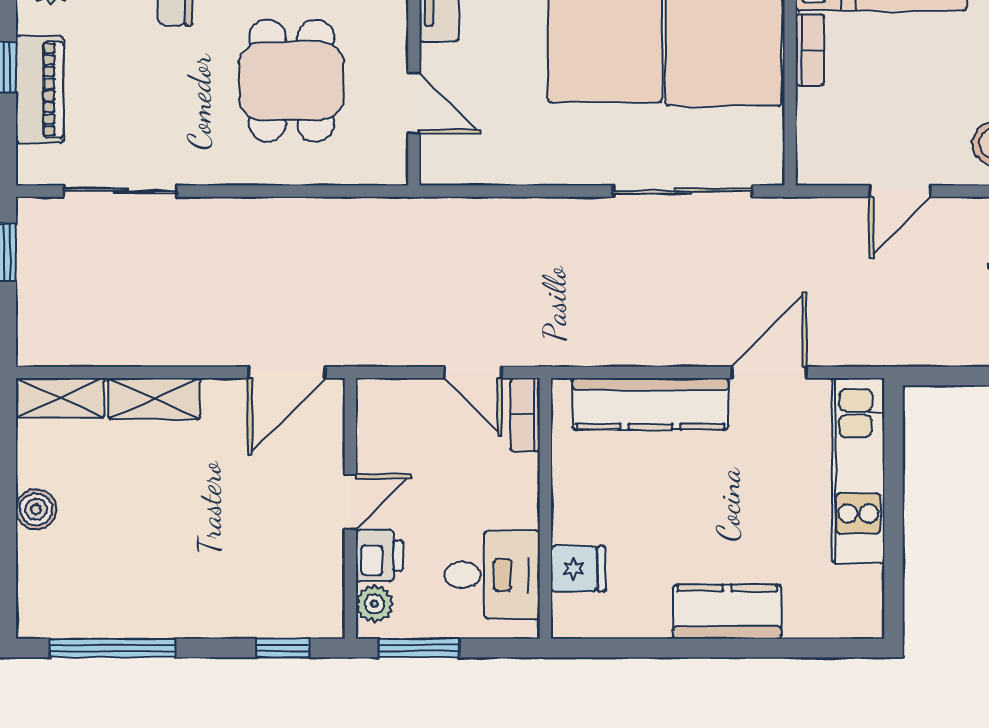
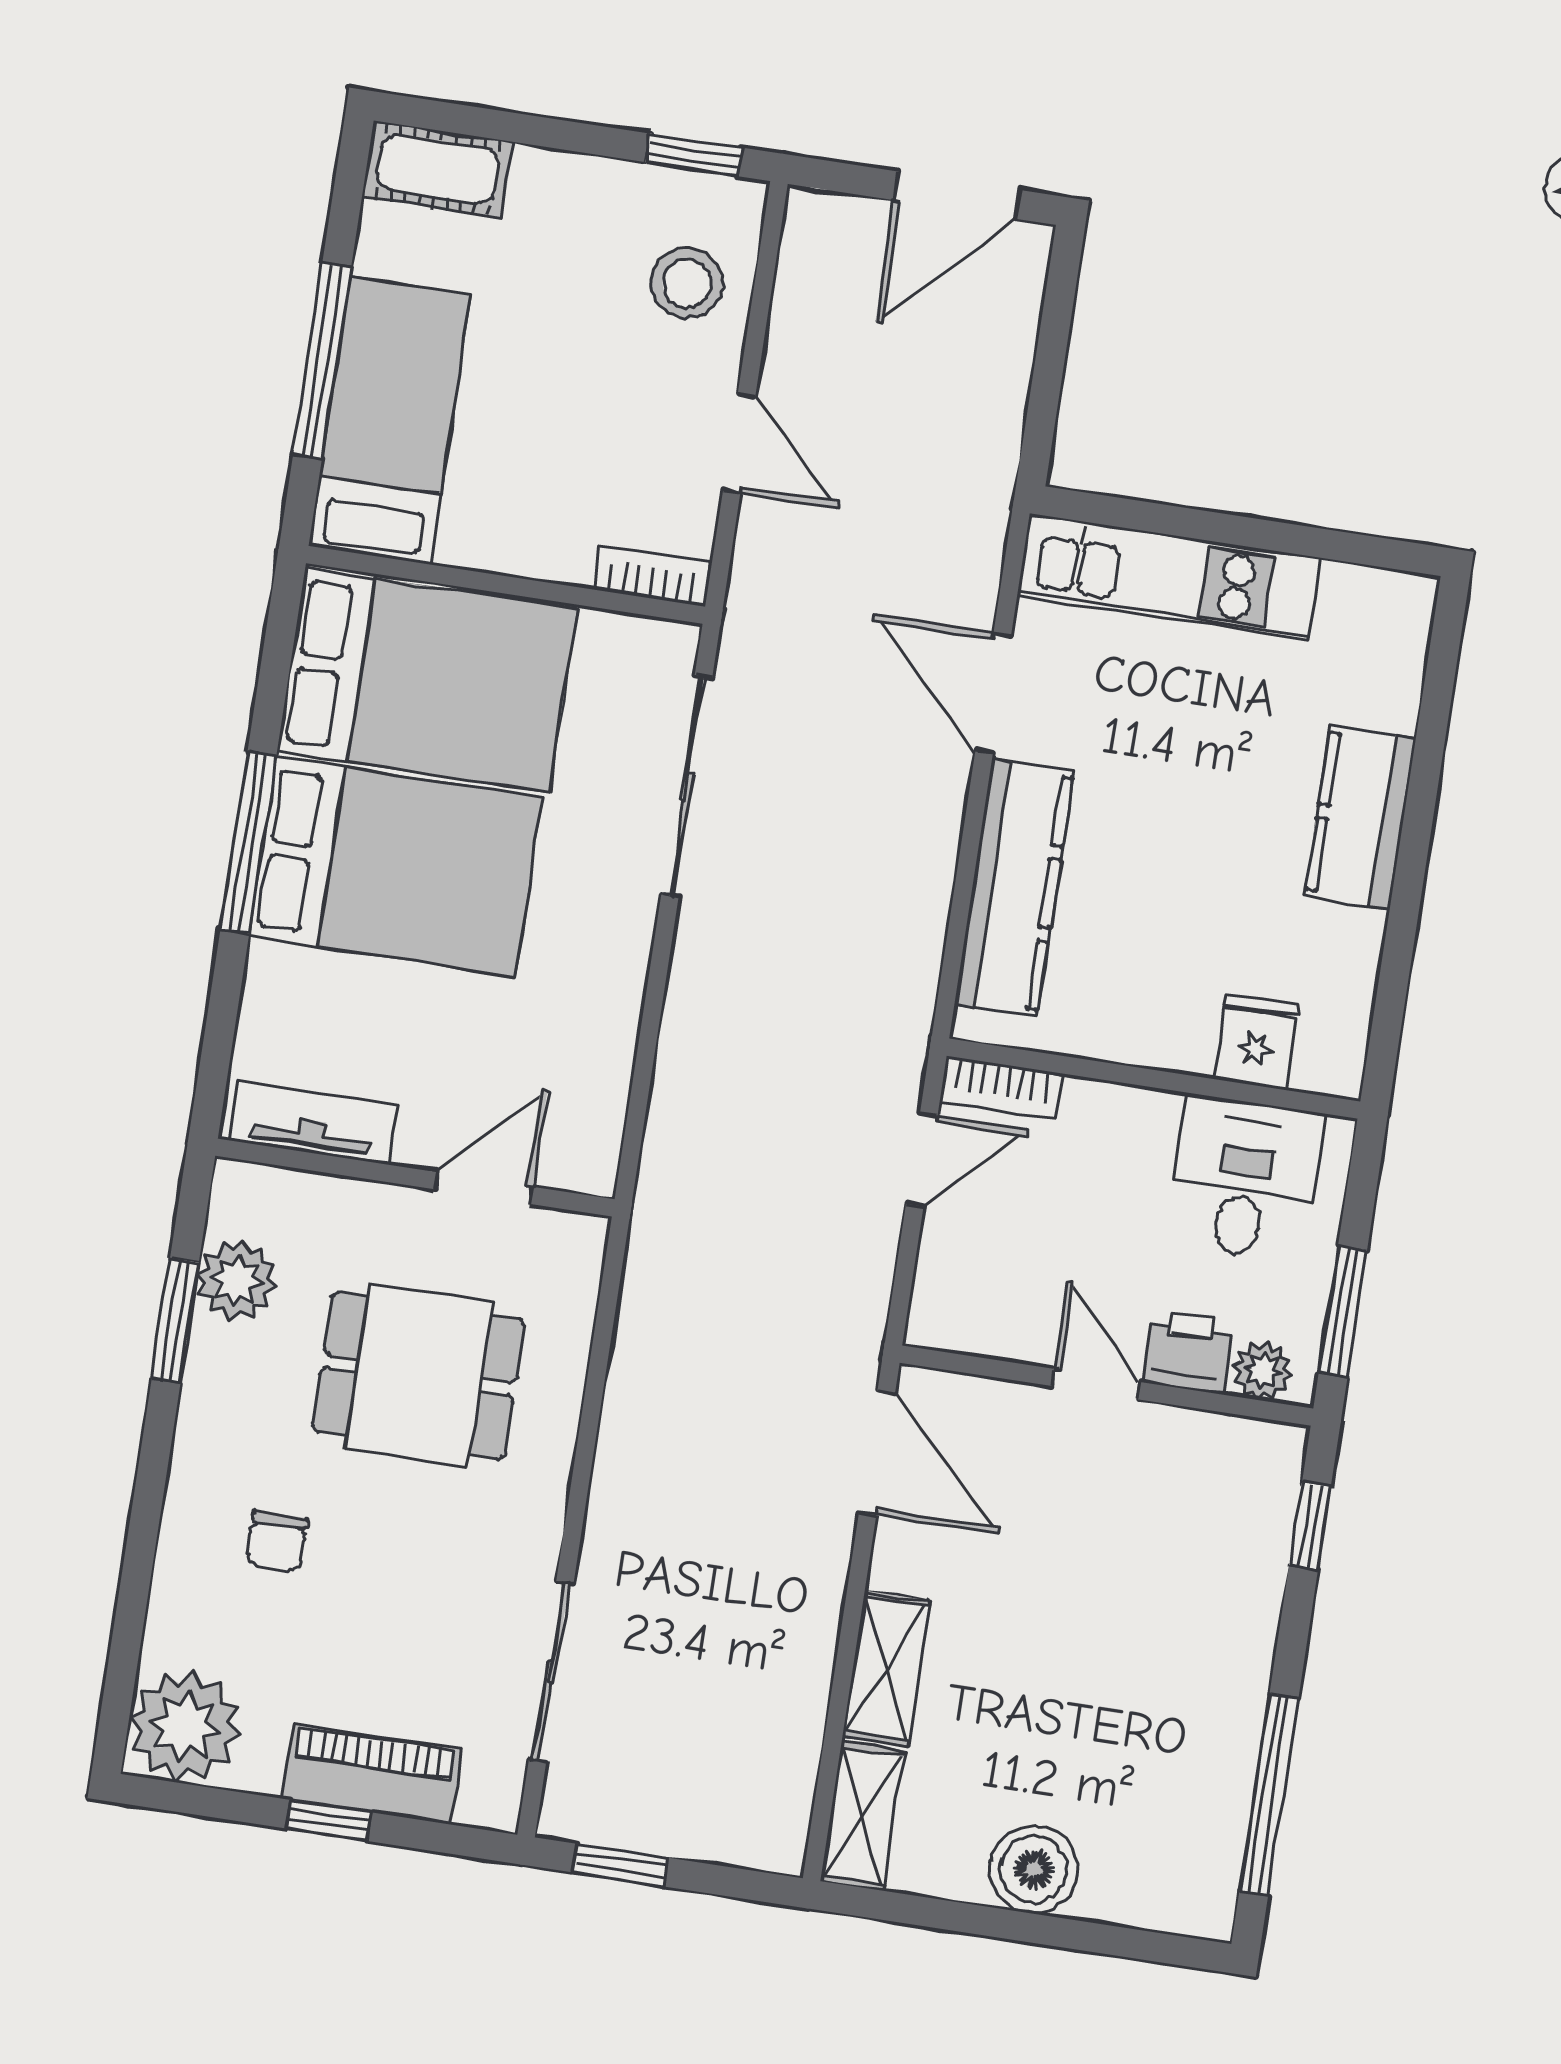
bookcase: (810, 50) -> (653, 576), moved
boiler: (36, 509) -> (1034, 1869), width x1.36, depth x1.36

